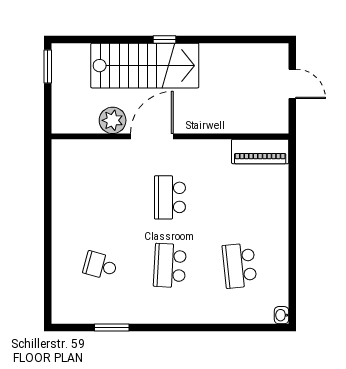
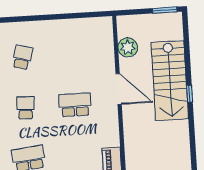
plant: (113, 120) -> (128, 47), moved
school desk: (170, 266) -> (26, 108), width x0.54

